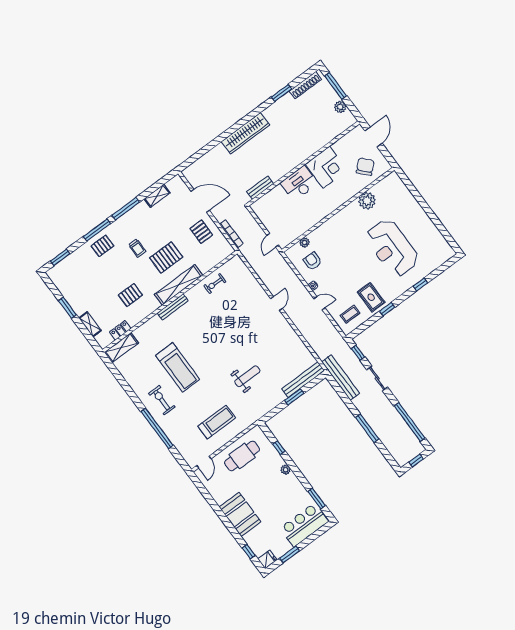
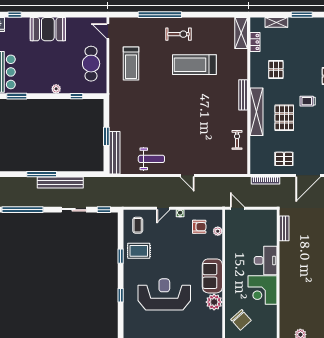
sofa: (346, 219) -> (212, 276), added
weight bench: (247, 376) -> (151, 159), moved, turned -90
bench: (341, 378) -> (60, 182), moved

